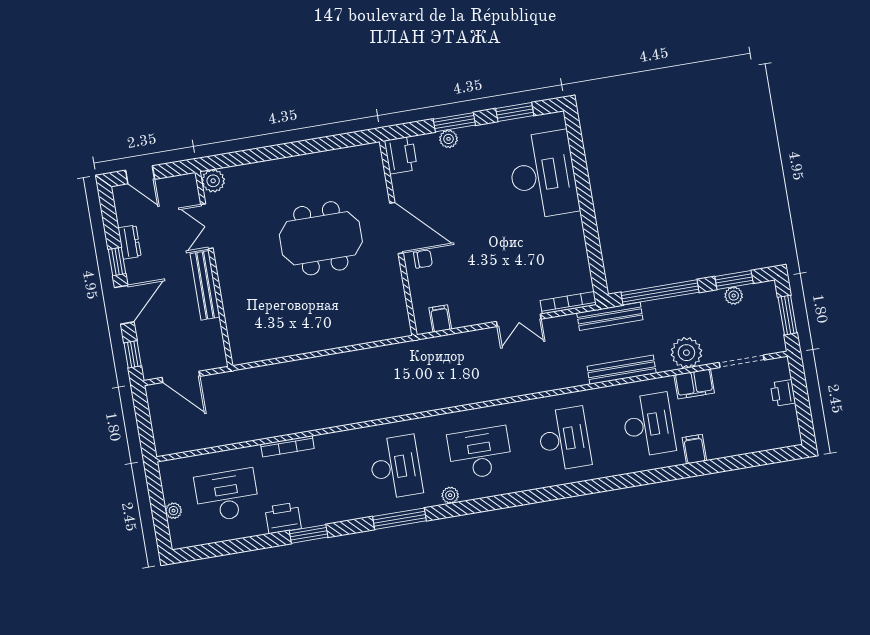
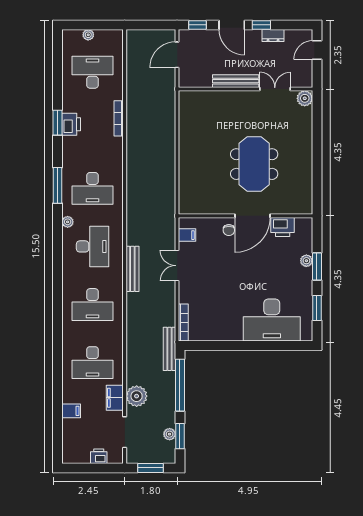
printer: (401, 155) -> (283, 227), moved
double door: (519, 320) -> (177, 266), moved
bench: (622, 370) -> (132, 269), moved
filing cabinet: (694, 449) -> (71, 411), moved
desk: (227, 495) -> (92, 72), turned -90
printer: (283, 518) -> (71, 124), moved

